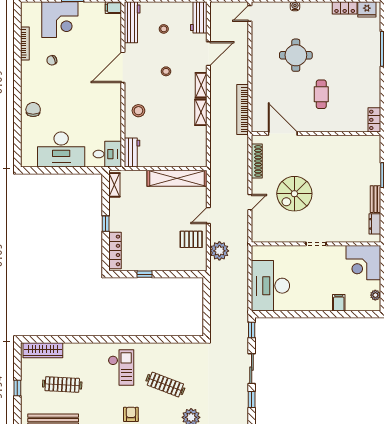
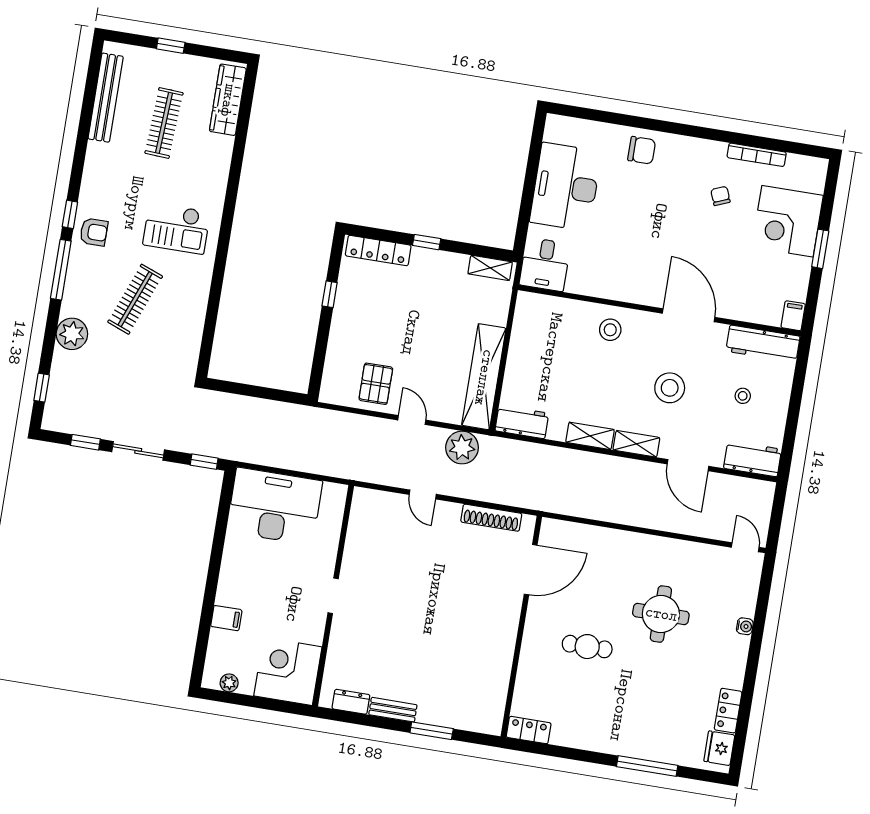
stool: (166, 71) -> (670, 388), width x1.89, depth x1.89
bookcase: (243, 110) -> (583, 508), removed
workbench: (132, 152) -> (522, 422), moved, turned 180
spiral stairs: (294, 194) -> (425, 573), removed
plant: (219, 251) -> (462, 447), moved

